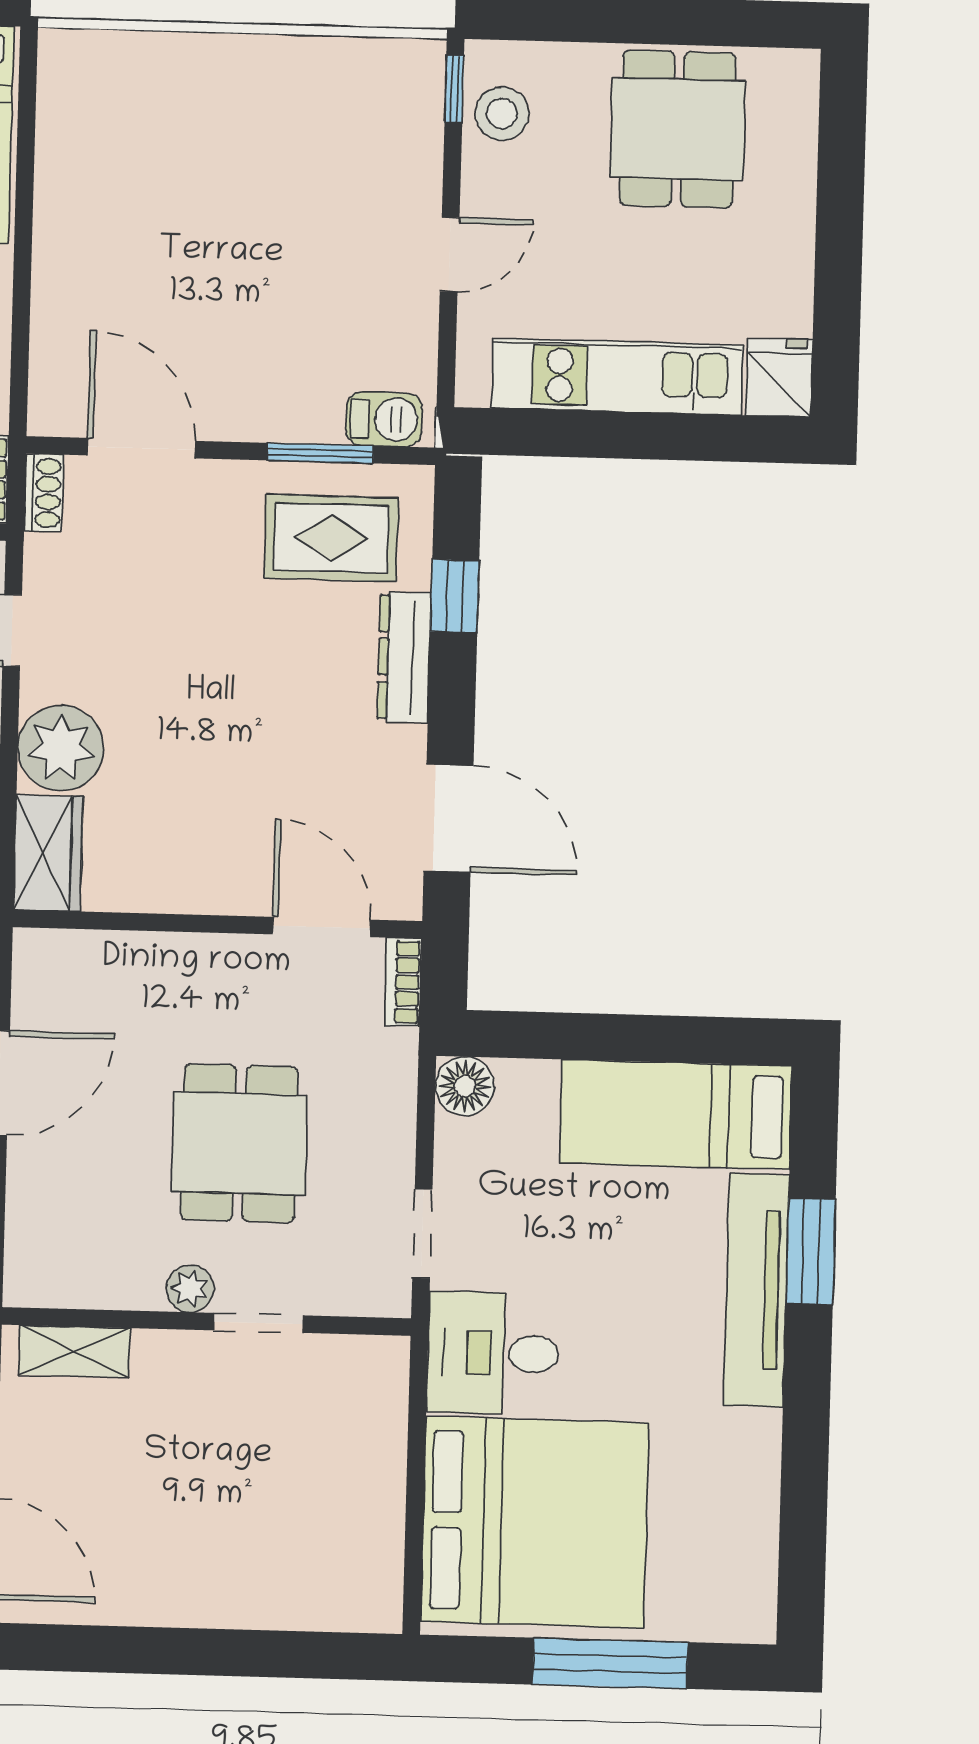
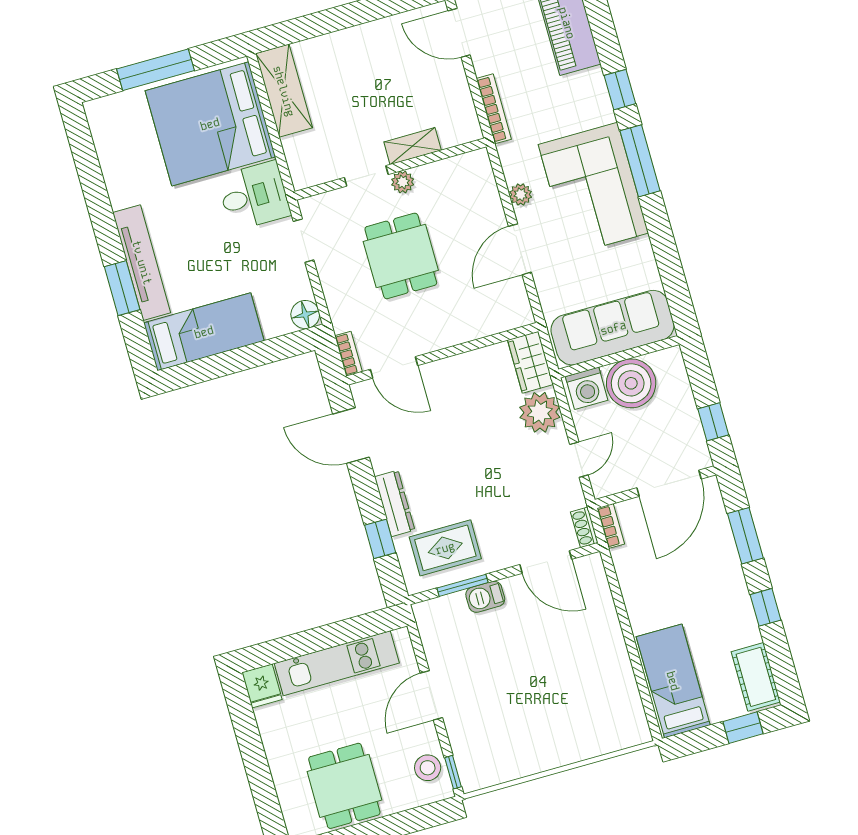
door: (450, 254) -> (431, 695), width x1.37
barbecue: (384, 419) -> (485, 597), moved
shelving: (74, 1351) -> (413, 146), moved
shelving: (369, 1543) -> (284, 91), added

